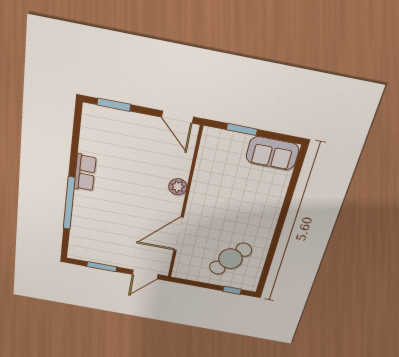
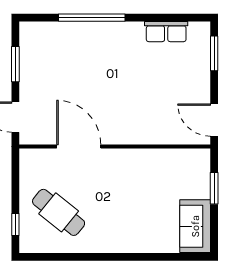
door: (177, 117) -> (214, 120), hinge flipped
row of seats: (85, 173) -> (166, 32), moved
plant: (178, 187) -> (137, 135), removed

